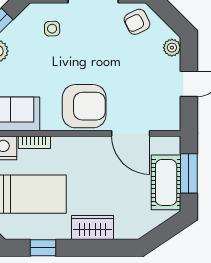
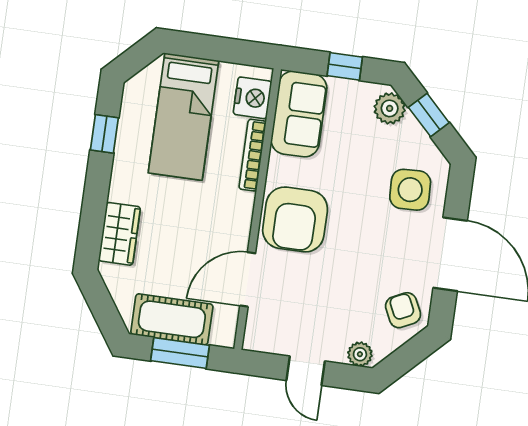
side table: (52, 29) -> (410, 190), width x1.87, depth x1.87
bookcase: (34, 142) -> (252, 155), width x1.56
wardrobe: (92, 227) -> (119, 234), moved

